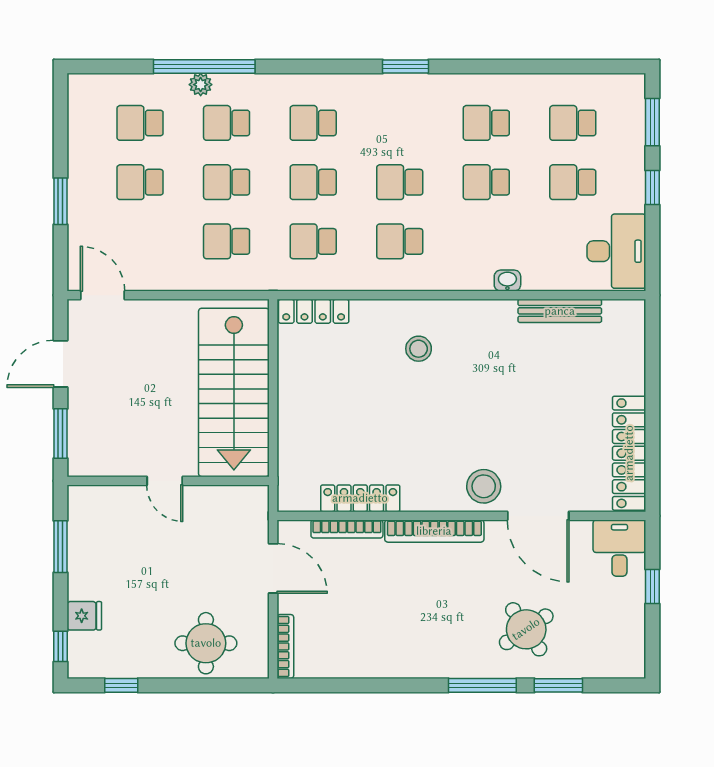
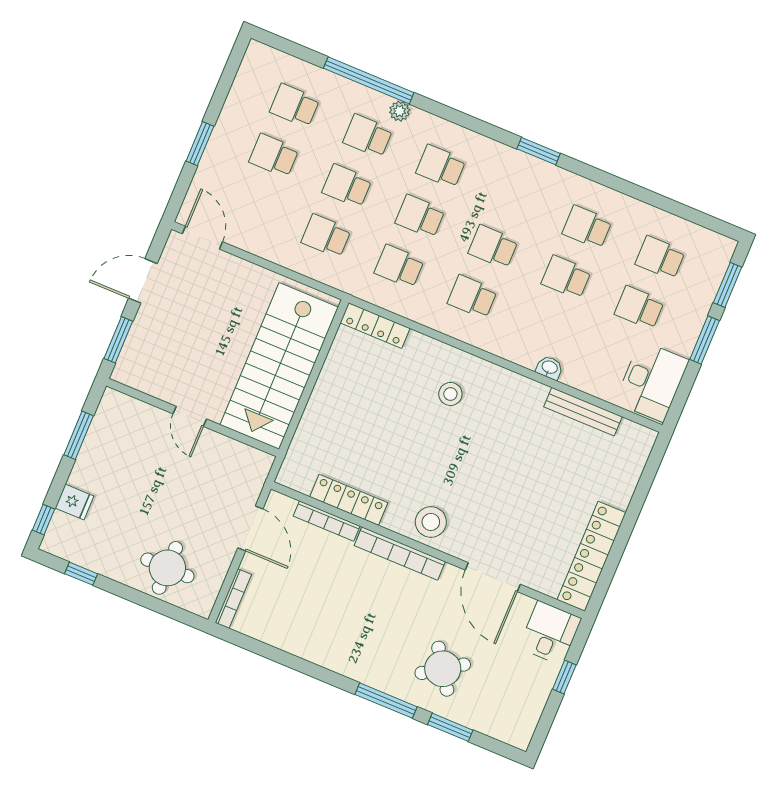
plant: (201, 85) -> (400, 111), moved
window: (652, 187) -> (705, 340), width x1.50
stool: (484, 486) -> (431, 522), moved

